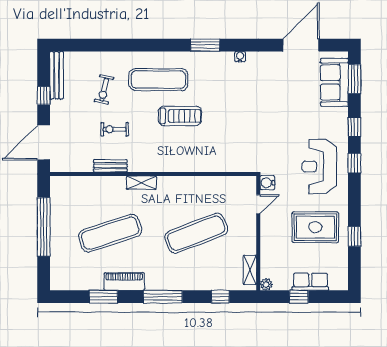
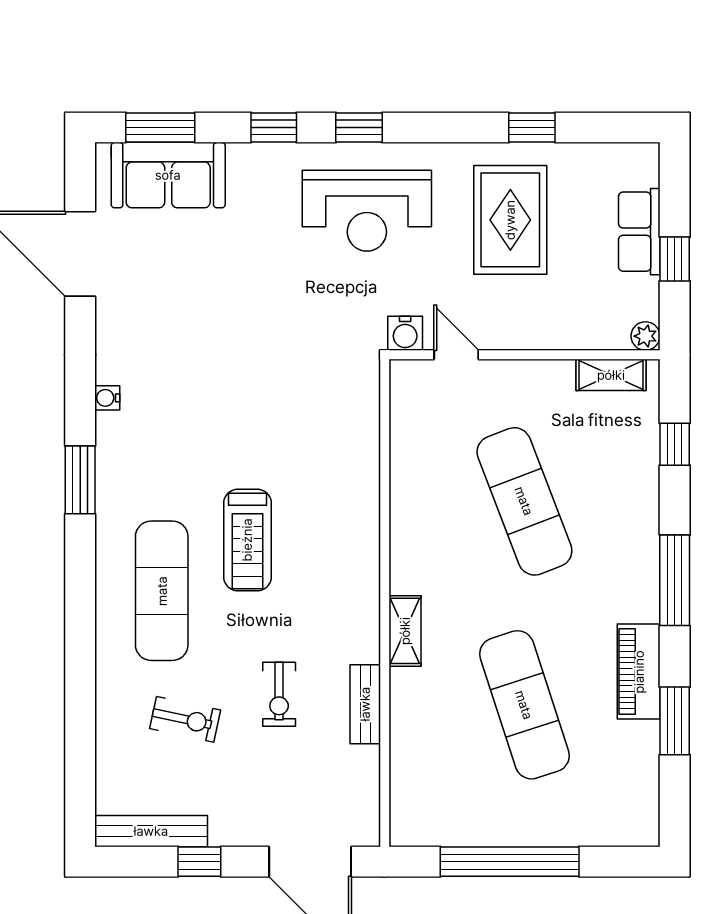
treadmill: (180, 116) -> (247, 540), turned 180

